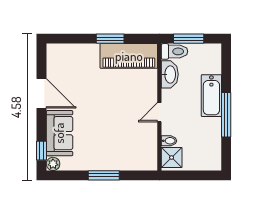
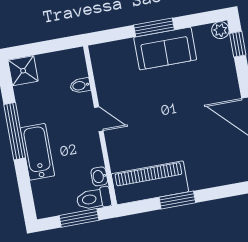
washbasin: (170, 74) -> (99, 176), width x0.52, depth x0.69
door: (159, 112) -> (99, 119), hinge flipped
sofa: (59, 133) -> (165, 49), moved, turned -90
shower: (172, 158) -> (23, 71), moved

